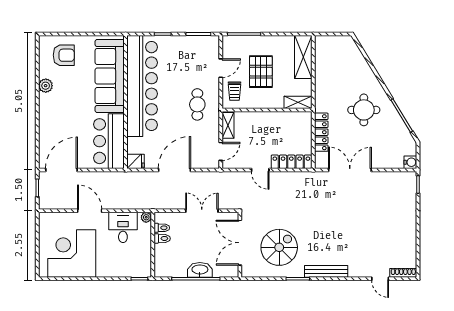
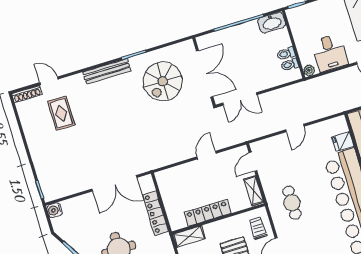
fridge: (136, 161) -> (343, 141), moved
locker: (291, 162) -> (208, 213), moved, turned 180
door: (174, 170) -> (295, 128), width x0.53
door: (260, 170) -> (207, 155), hinge flipped
double door: (202, 211) -> (240, 99), moved
rug: (378, 247) -> (61, 113), added
washbasin: (200, 270) -> (272, 23), moved

